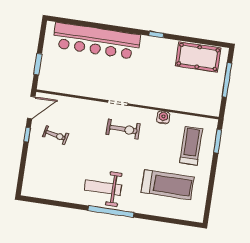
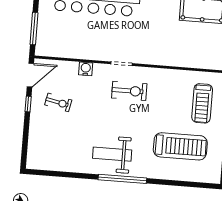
window: (38, 64) -> (34, 29), width x1.44
water cooler: (163, 117) -> (86, 69), moved
treadmill: (191, 146) -> (202, 103), turned 180

